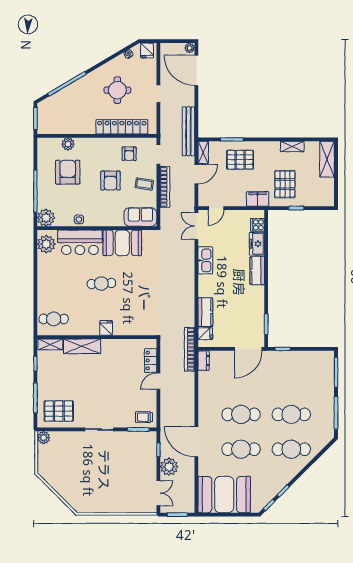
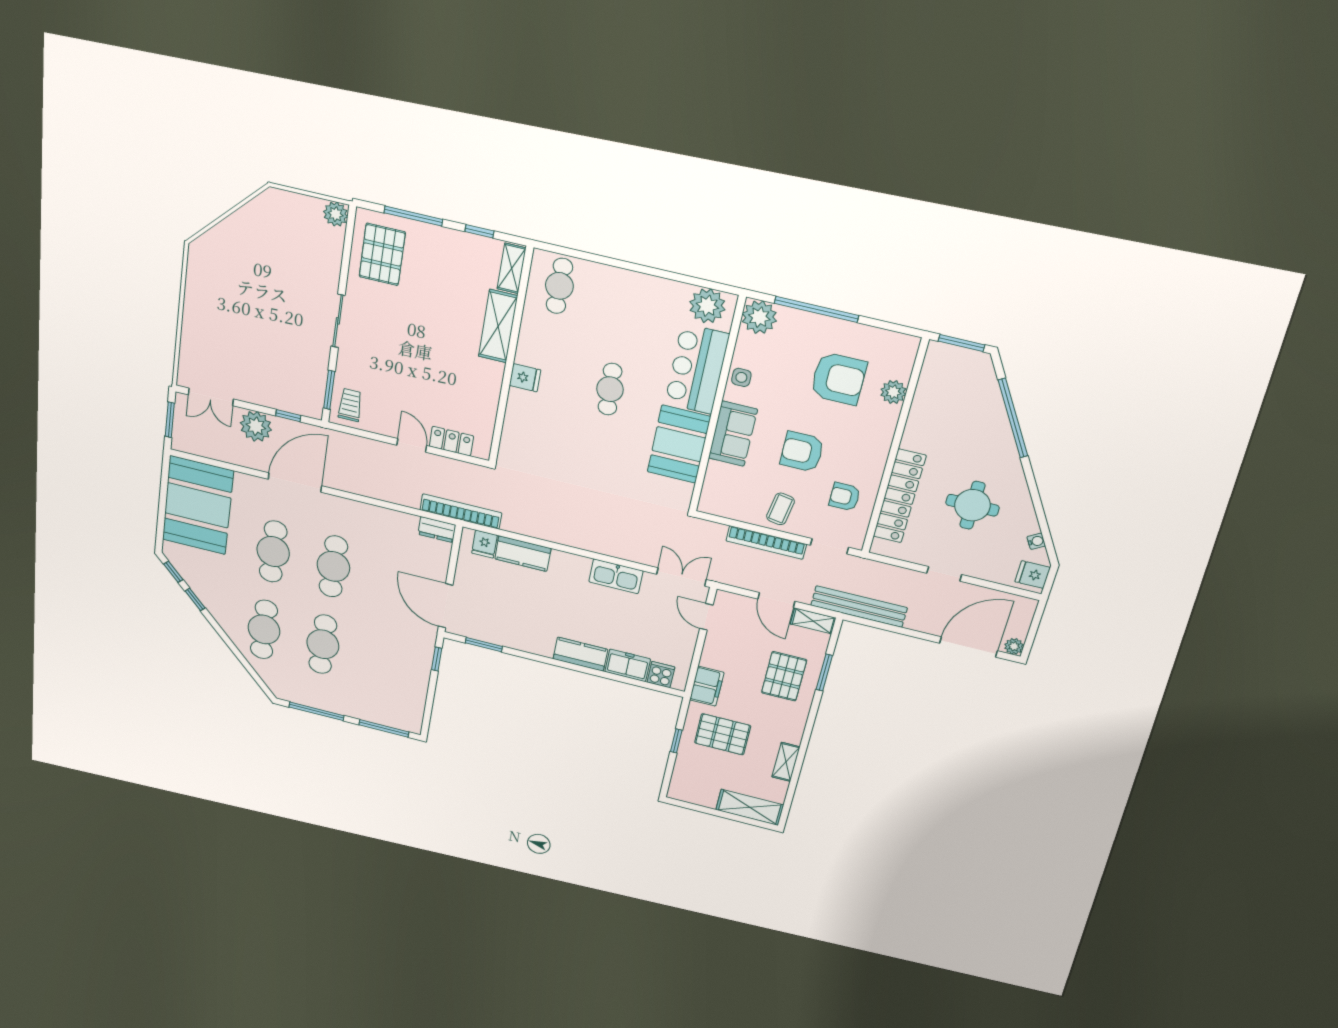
sofa: (140, 217) -> (733, 434), moved

